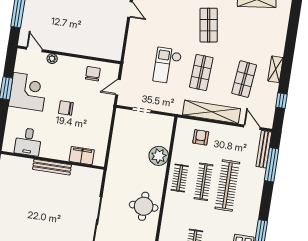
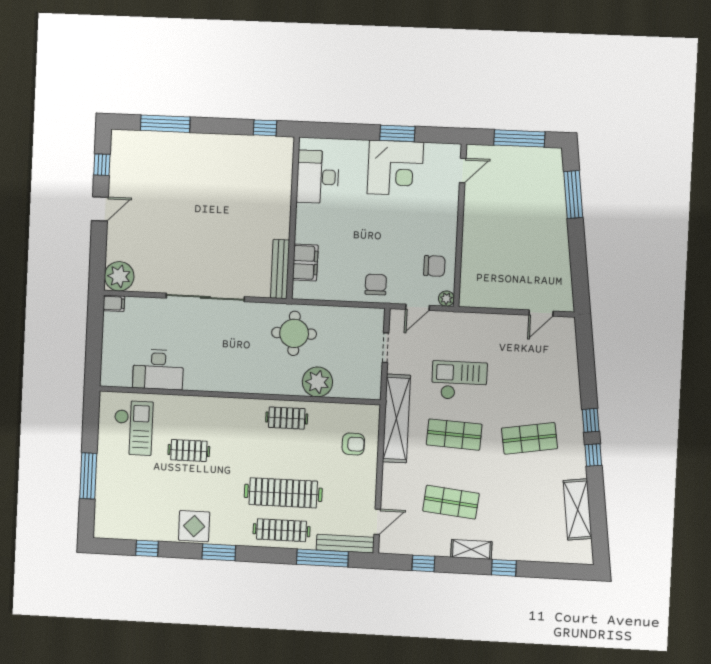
window: (289, 50) -> (504, 568), added
plant: (52, 59) -> (446, 299), moved
door: (118, 87) -> (417, 307), swing flipped
chair: (66, 108) -> (376, 284), moved
shelving: (212, 112) -> (396, 418), moved
desk: (28, 142) -> (318, 177), width x1.37
bench: (52, 167) -> (280, 269), moved
clothes rail: (203, 182) -> (281, 530), moved
round table: (144, 206) -> (294, 333), moved

